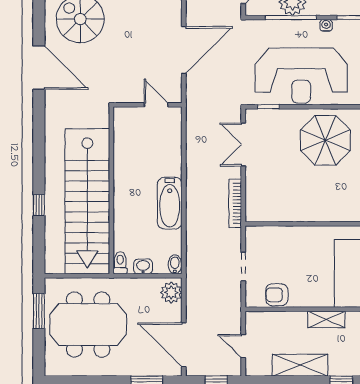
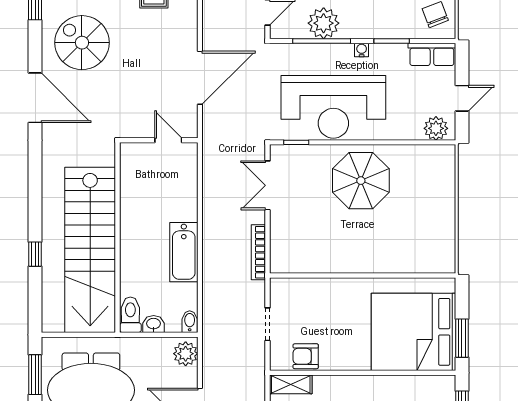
toilet: (120, 263) -> (130, 315), width x1.37, depth x1.39
shelving: (326, 319) -> (291, 384), moved

